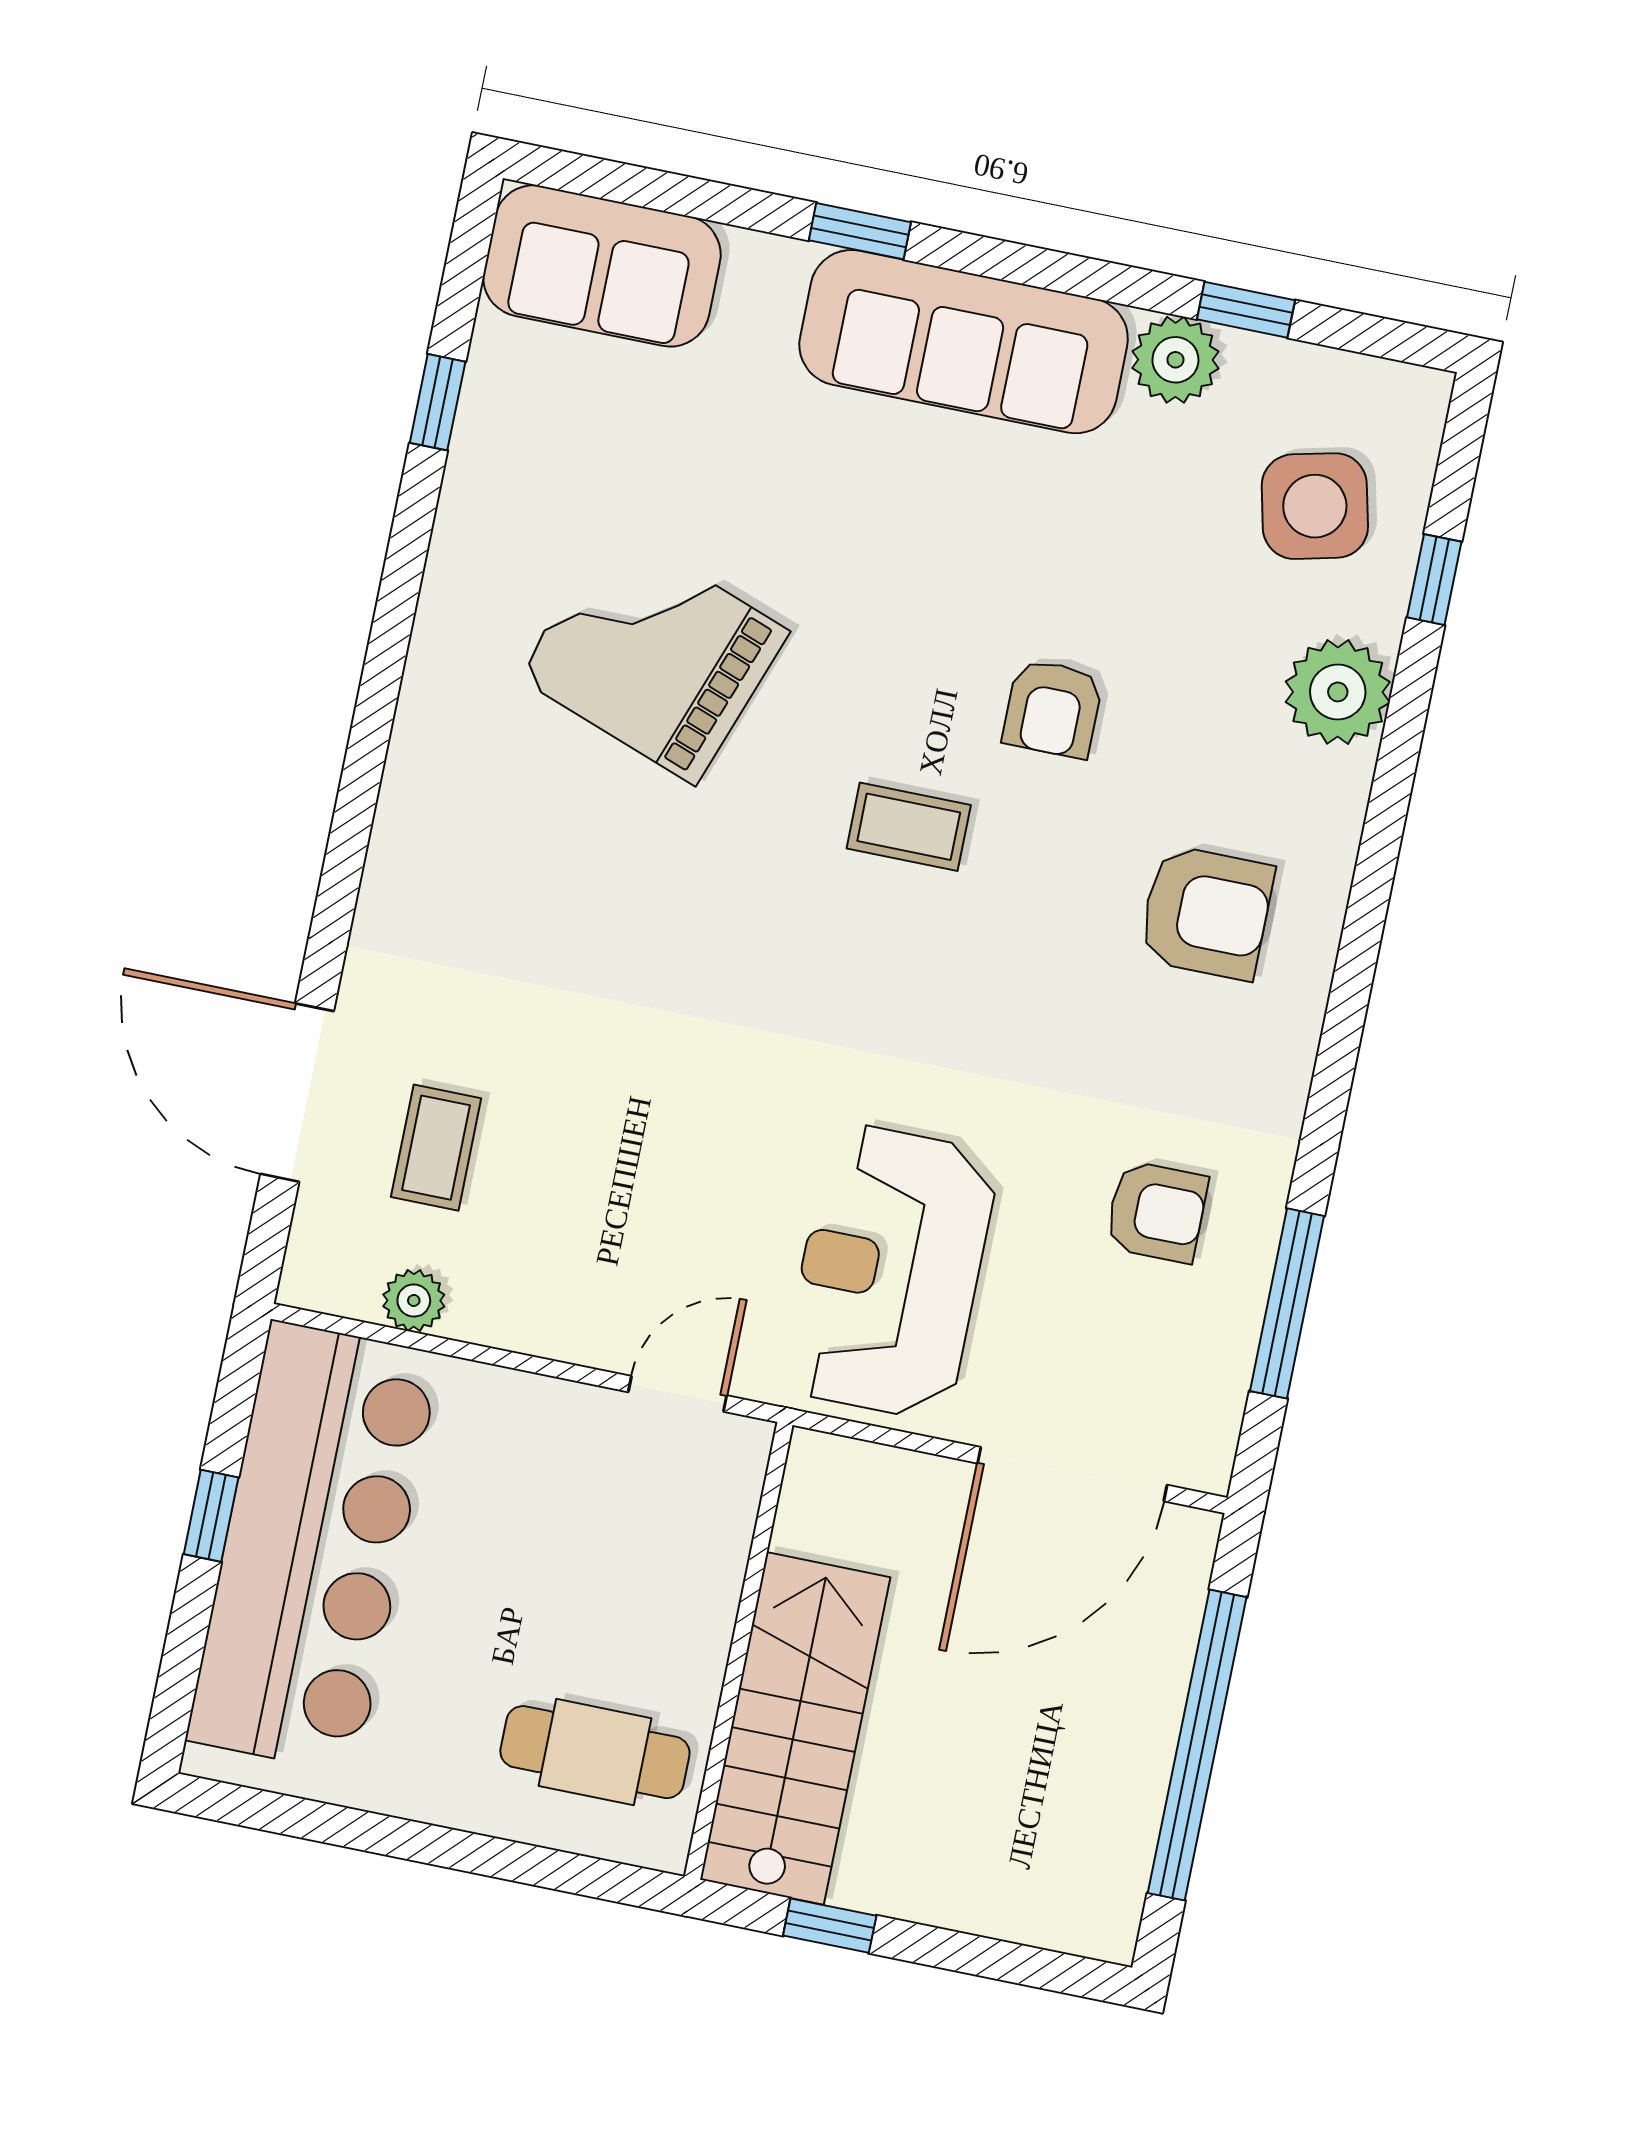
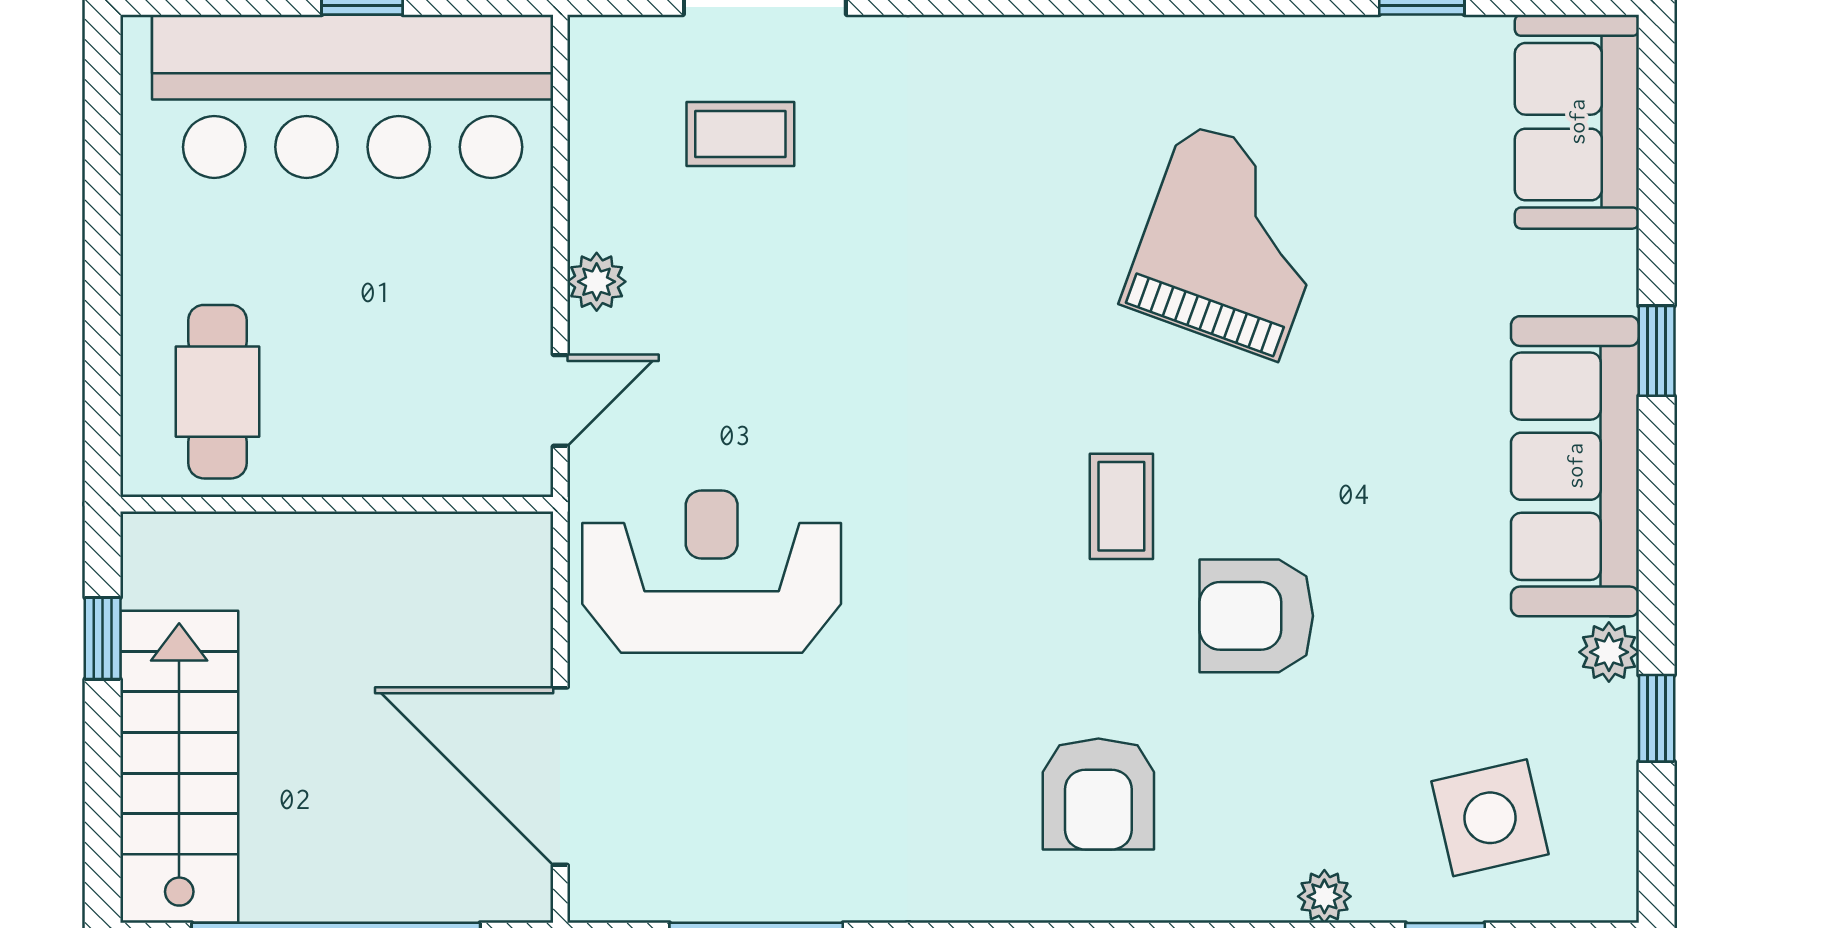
plant: (1175, 360) -> (1609, 652), width x0.73, depth x0.73
plant: (1338, 692) -> (1324, 896), width x0.53, depth x0.53
armchair: (1053, 709) -> (1256, 616), width x1.38, depth x1.38
armchair: (1157, 1212) -> (816, 804), removed
plant: (414, 1300) -> (597, 282), moved
door: (677, 1394) -> (560, 400), hinge flipped
stairs: (795, 1728) -> (179, 767), moved, turned -90

